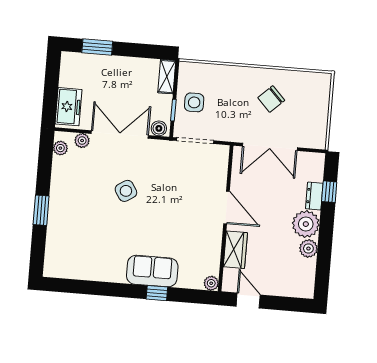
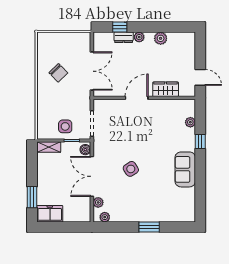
freezer: (69, 107) -> (50, 214), moved
plant: (306, 224) -> (139, 37), width x0.53, depth x0.53
sofa: (152, 271) -> (185, 169), moved
plant: (211, 283) -> (190, 122), moved
door: (248, 301) -> (200, 77), swing flipped

